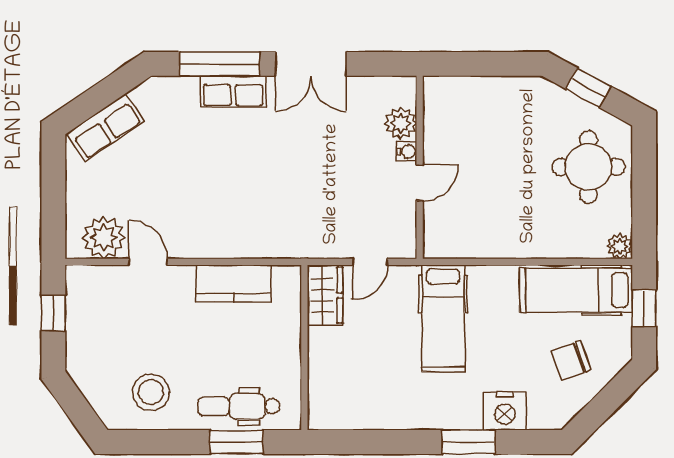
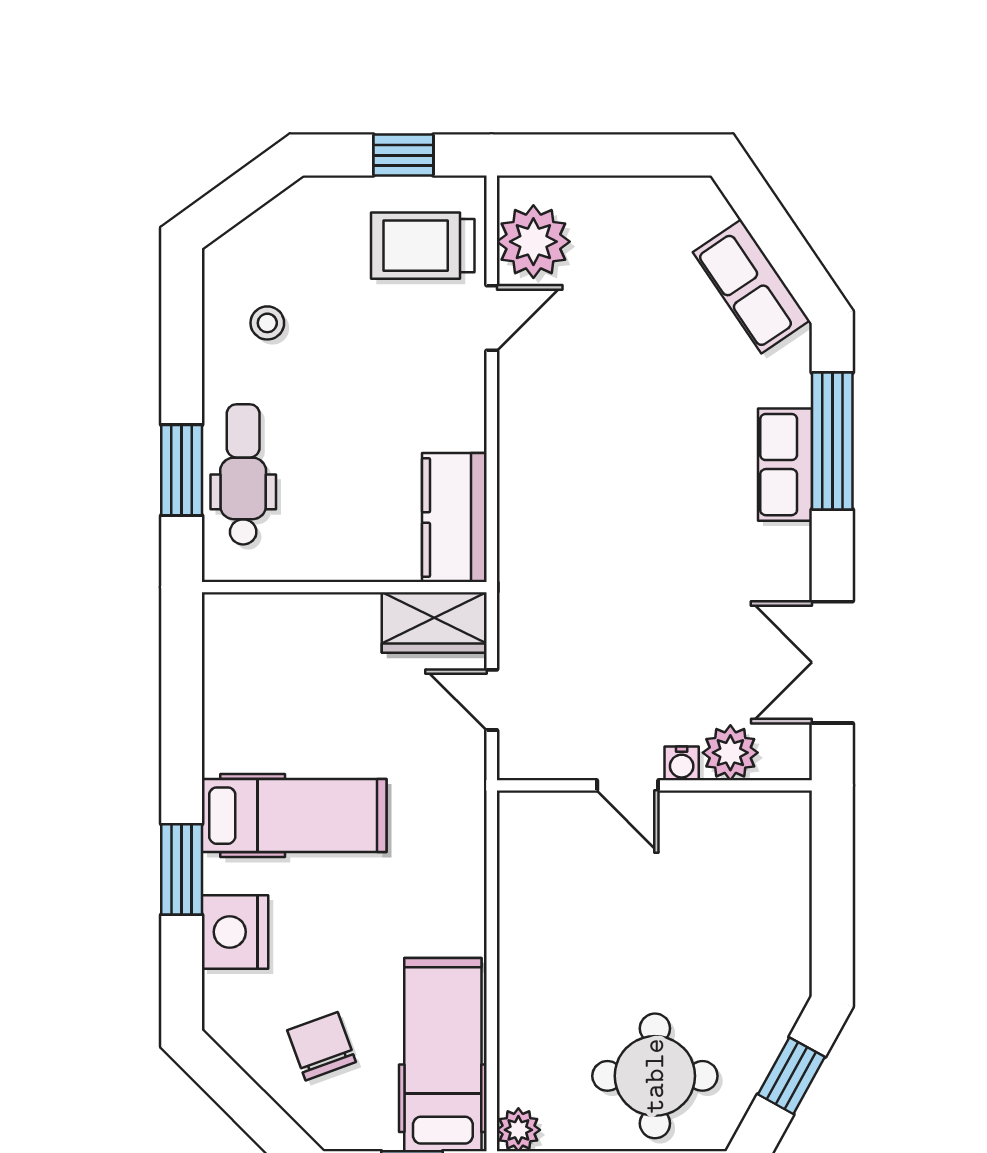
double door: (311, 64) -> (832, 662), moved
row of seats: (105, 127) -> (751, 286), moved
kitchen counter: (234, 284) -> (454, 518), moved
trolley: (106, 302) -> (423, 246), added
hospital bed: (443, 318) -> (294, 816), moved, turned 180
stool: (151, 392) -> (267, 323), width x0.53, depth x0.53

